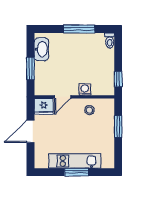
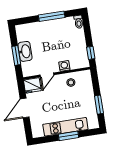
washbasin: (41, 49) -> (25, 51), moved
window: (118, 126) -> (99, 105), moved

